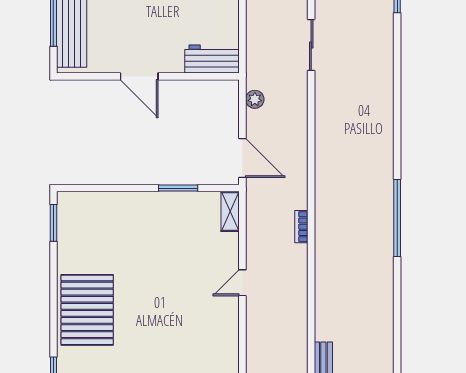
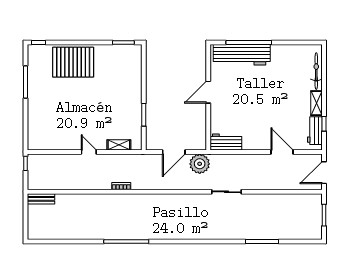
workbench: (212, 59) -> (226, 142), moved, turned -90
plant: (255, 99) -> (200, 164), width x1.87, depth x1.87
door: (242, 158) -> (174, 152), moved
shelving: (230, 211) -> (119, 145), moved

